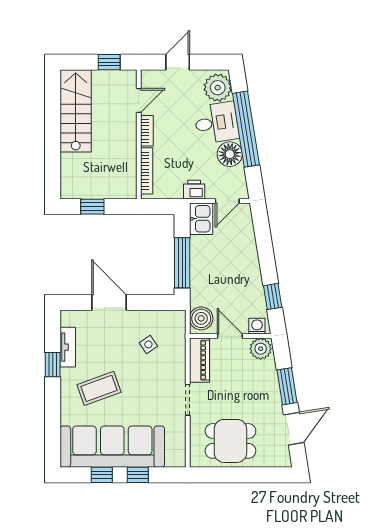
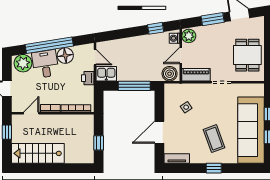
door: (139, 101) -> (31, 113), hinge flipped
tv unit: (68, 347) -> (177, 158), moved
window: (53, 365) -> (214, 168), moved

